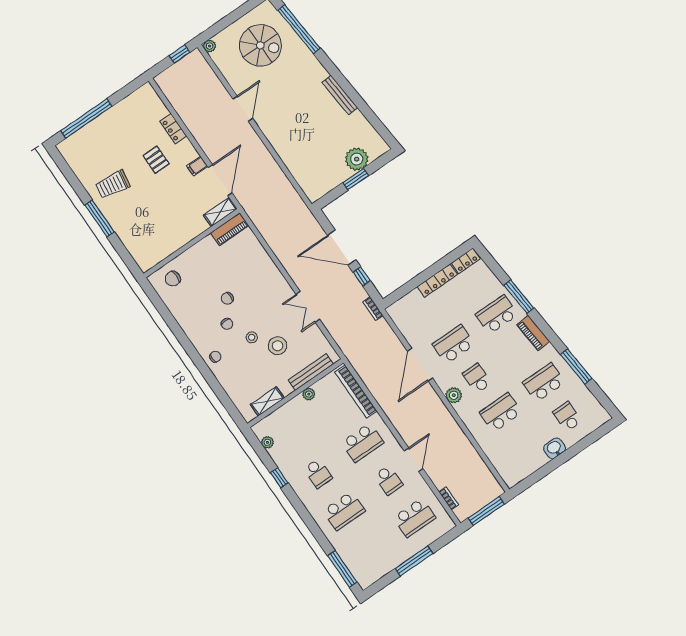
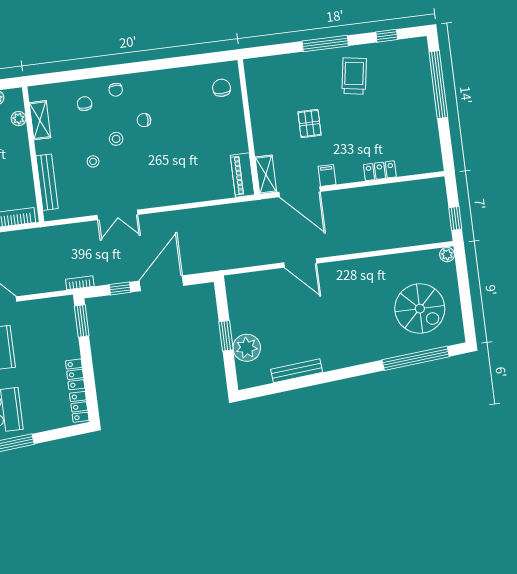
spiral stairs: (260, 45) -> (420, 309), turned -90
bench: (340, 95) -> (297, 371), moved
door: (243, 109) -> (300, 263), moved
pallet: (156, 160) -> (310, 124), moved, turned 90
window: (70, 176) -> (387, 36), added
locker: (437, 280) -> (75, 374), width x0.66
window: (401, 292) -> (82, 321), added
chair: (227, 298) -> (85, 104), moved
double door: (308, 307) -> (117, 215), swing flipped
stool: (277, 346) -> (93, 161), width x0.53, depth x0.53
plant: (309, 394) -> (19, 119), moved

